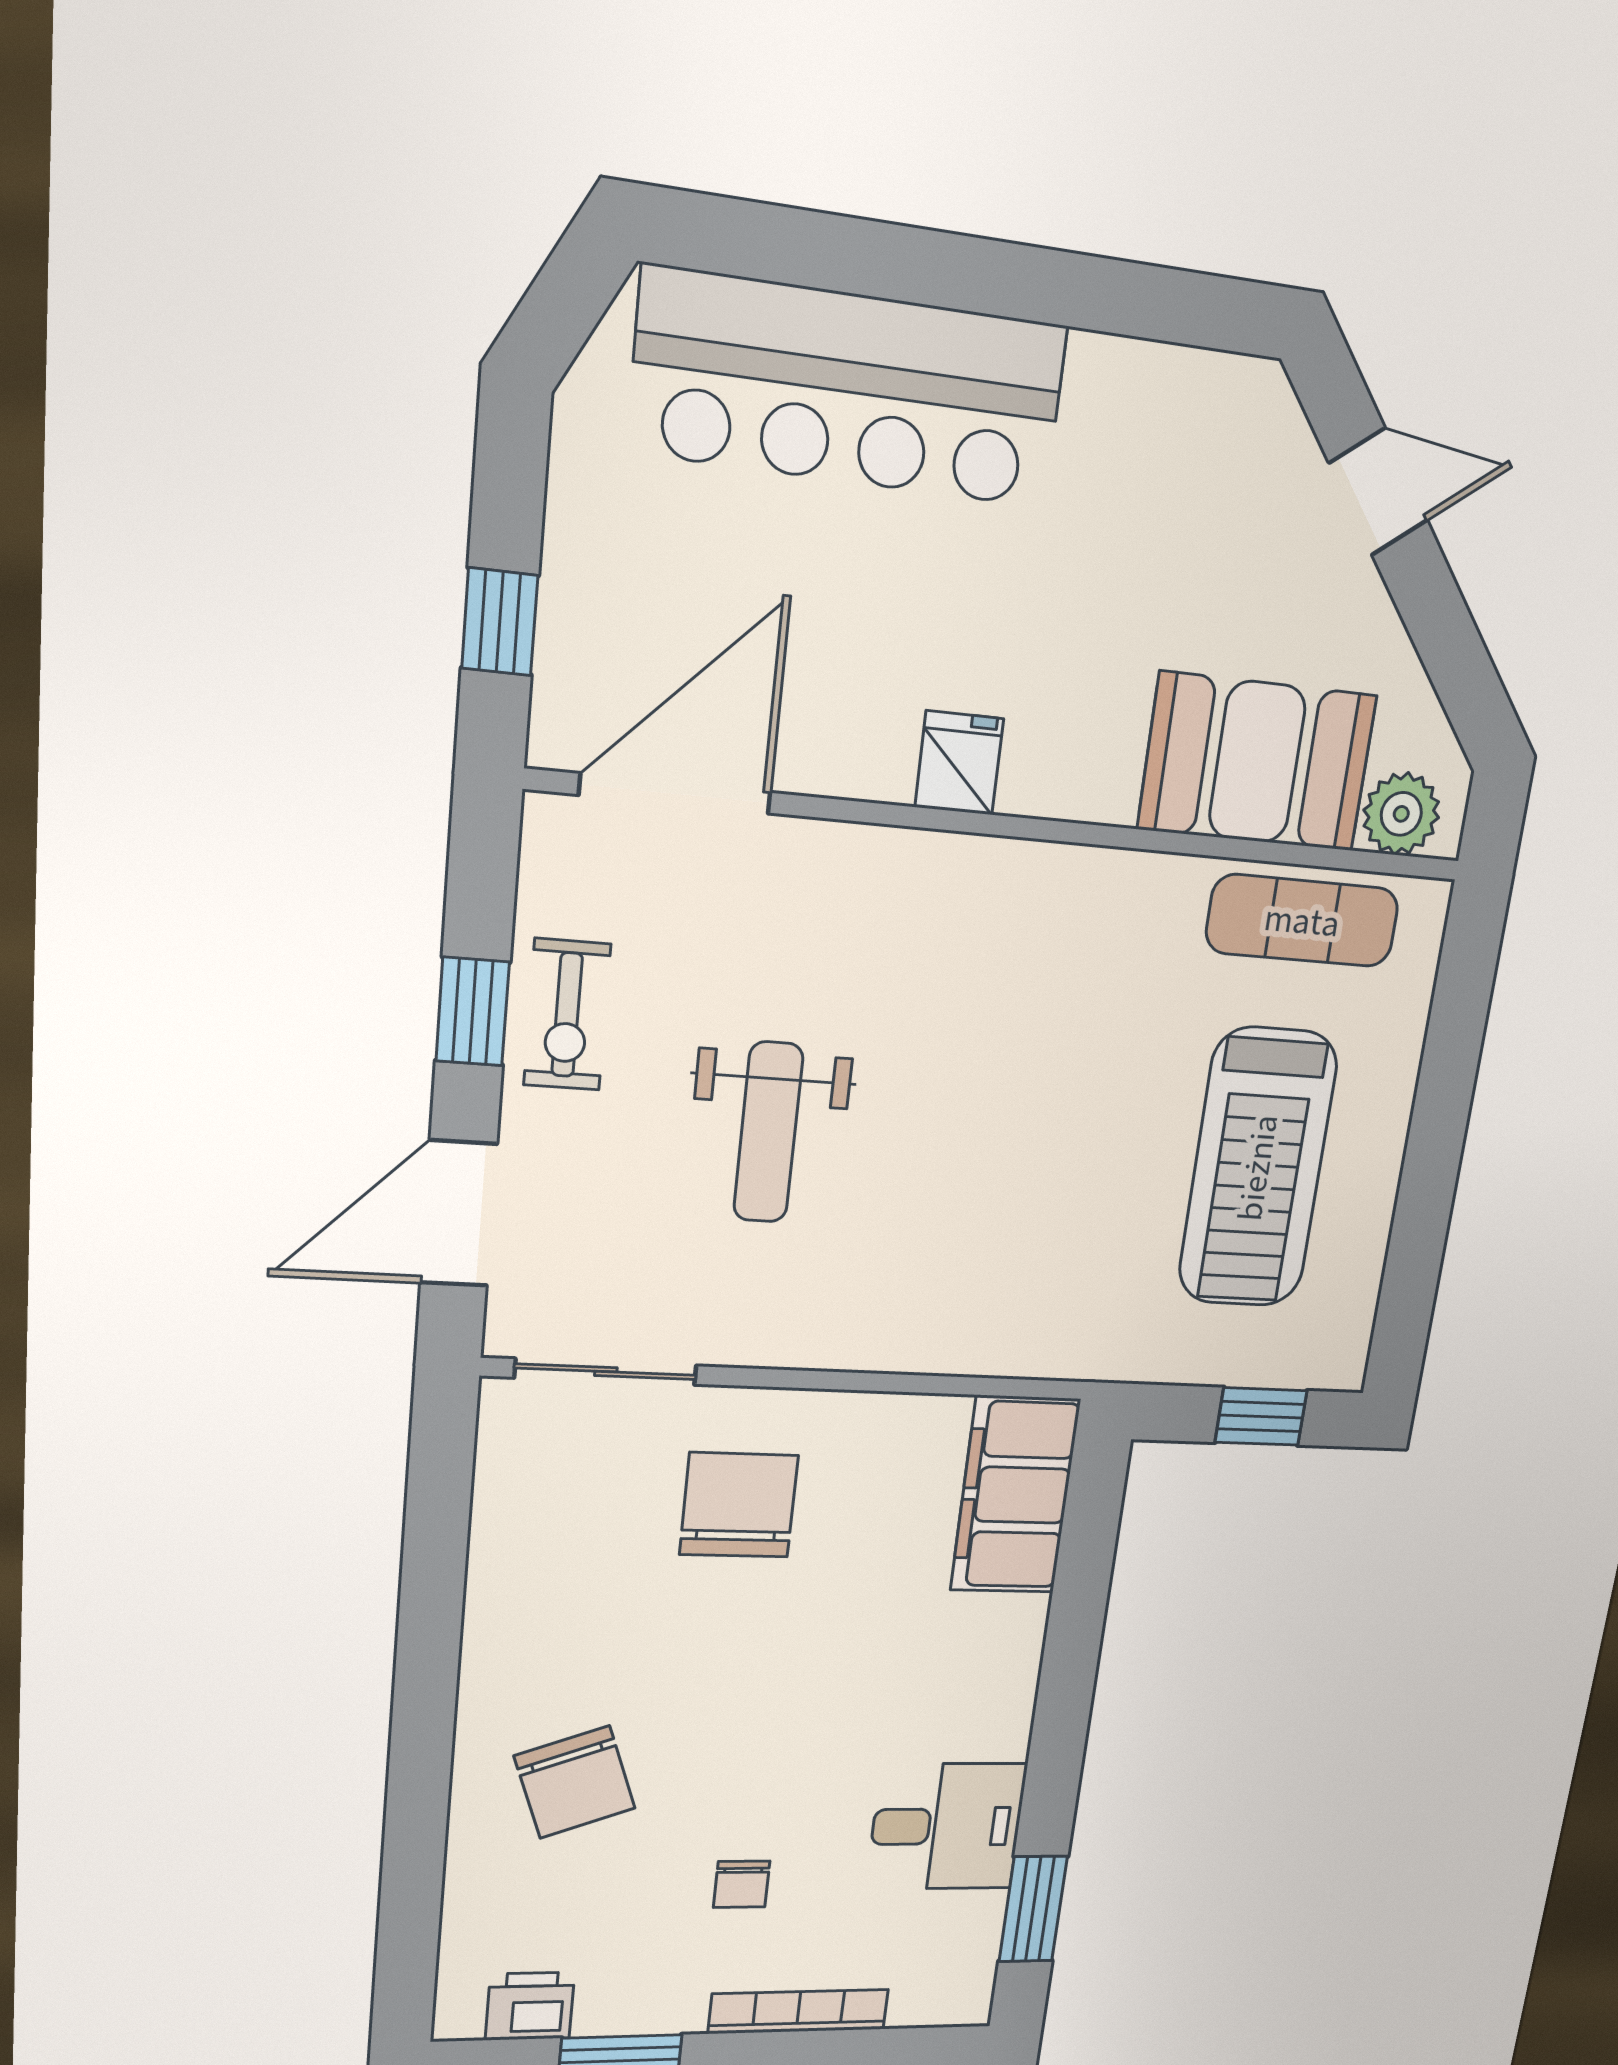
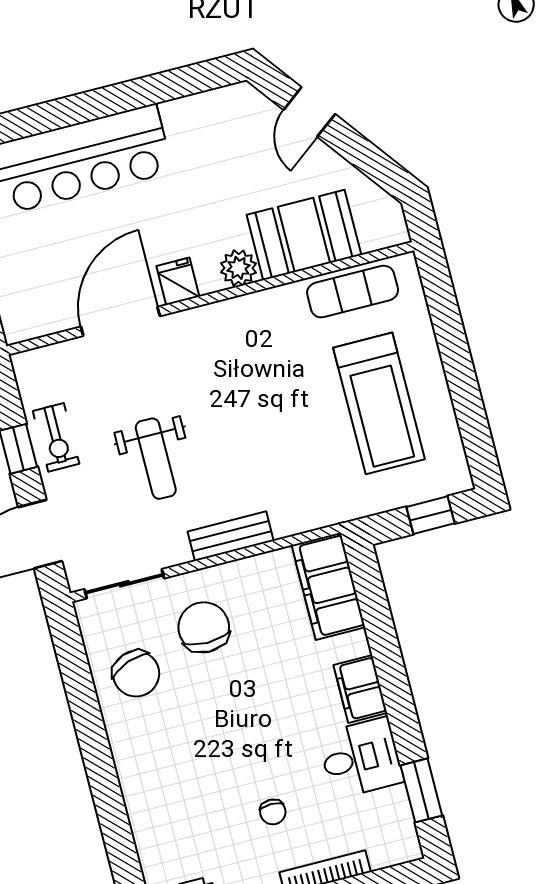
door: (1378, 492) -> (309, 112), swing flipped
door: (675, 794) -> (120, 321), moved
plant: (1401, 814) -> (238, 268), moved
bench: (862, 1341) -> (231, 536), added
filing cabinet: (997, 1702) -> (360, 689), added
chair: (575, 1782) -> (136, 674), moved

